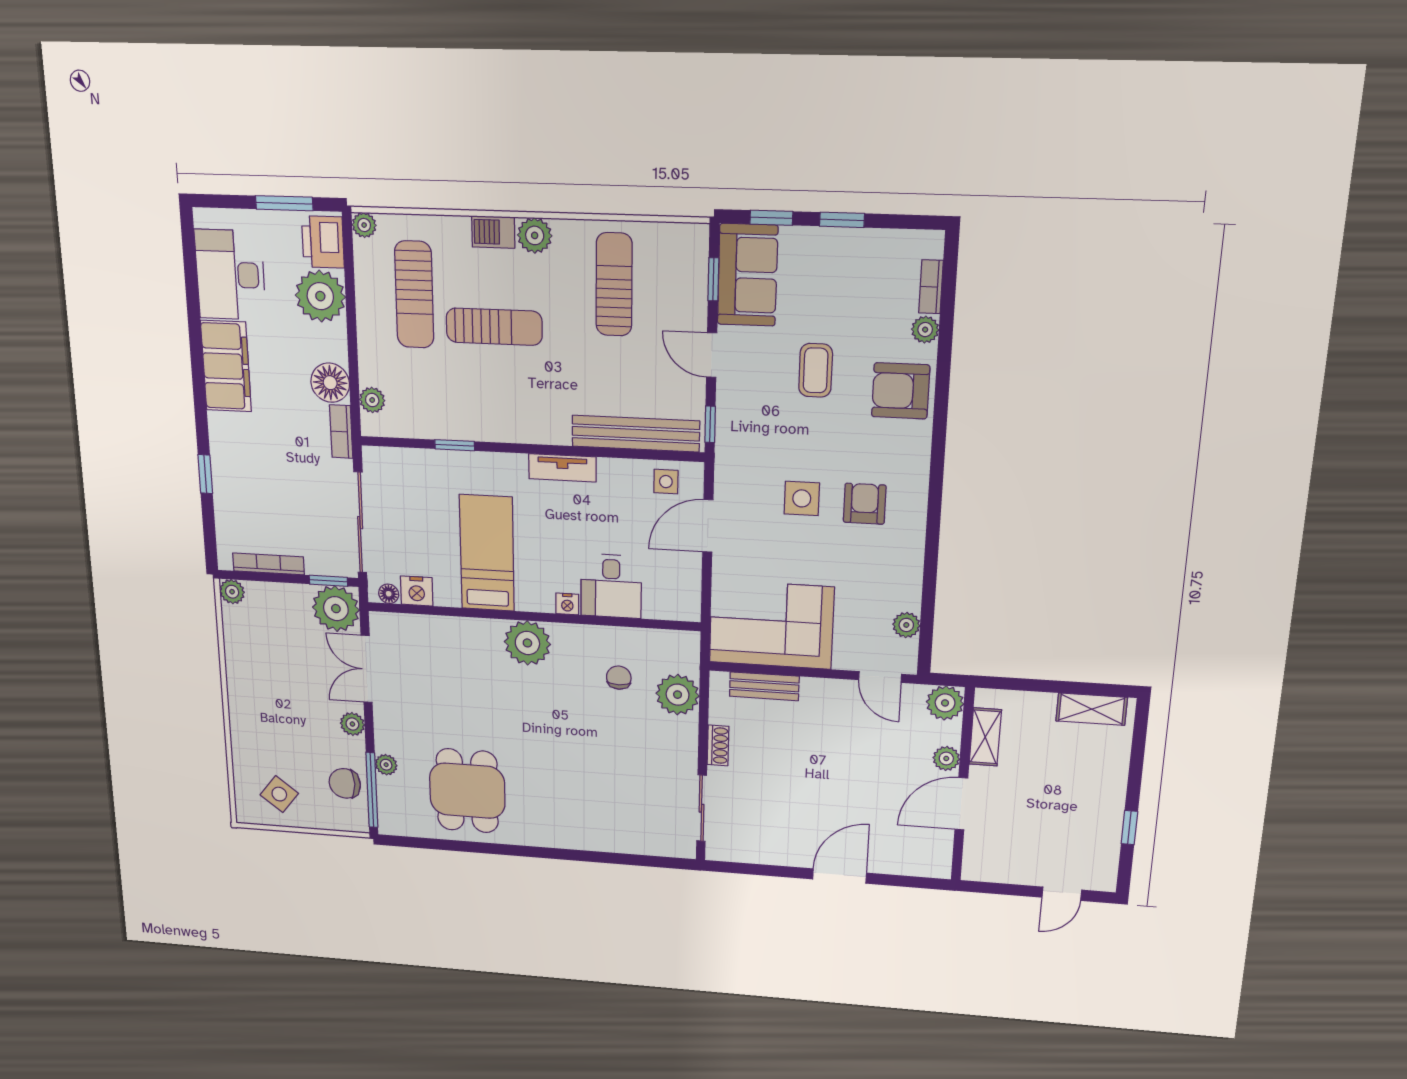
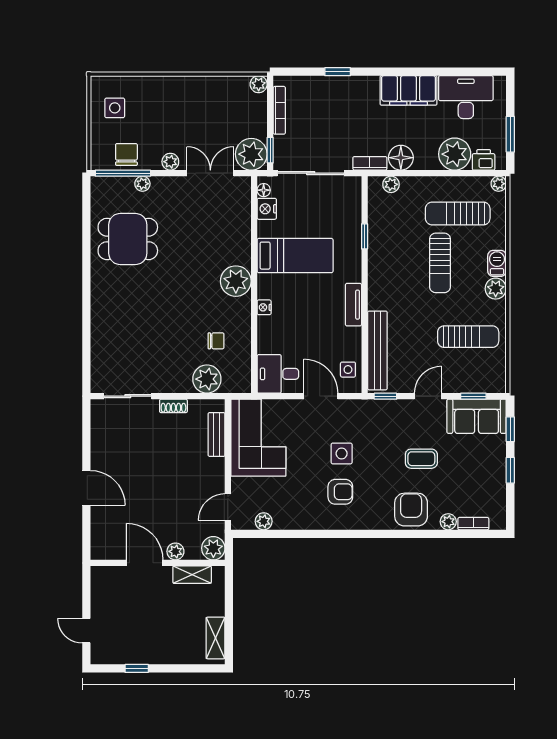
printer: (323, 242) -> (484, 160), width x0.73, depth x0.81
desk: (611, 586) -> (278, 374), moved
side table: (279, 794) -> (115, 108), turned -38

